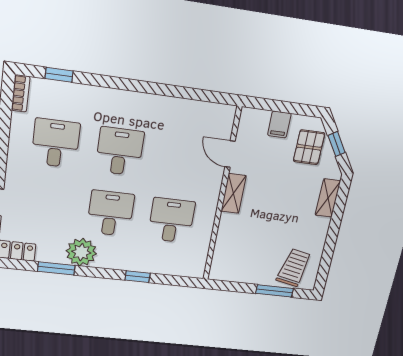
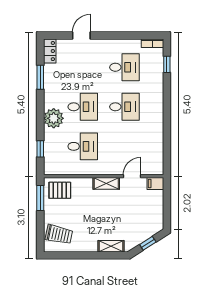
filing cabinet: (279, 124) -> (155, 184), moved
pallet: (309, 147) -> (60, 190), moved
plant: (81, 252) -> (54, 118), moved
window: (138, 277) -> (40, 149), moved
window: (275, 291) -> (40, 198), moved

